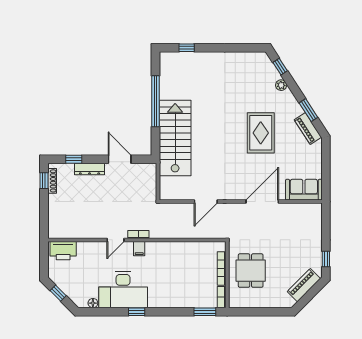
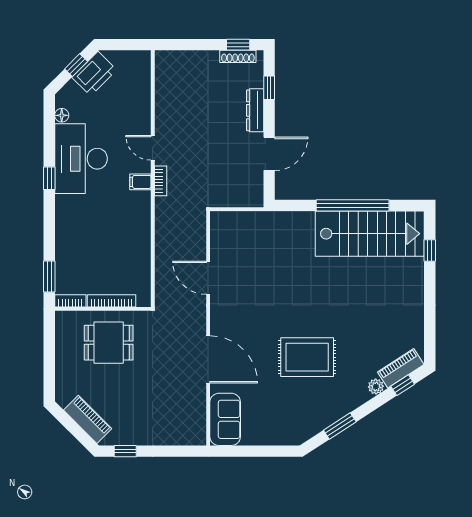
piano: (308, 128) -> (401, 368), moved
stairs: (175, 138) -> (370, 234), moved
printer: (63, 251) -> (94, 74), moved, turned -135

